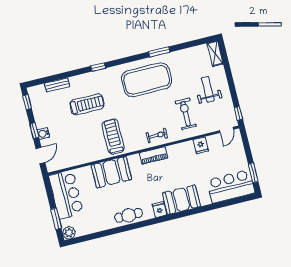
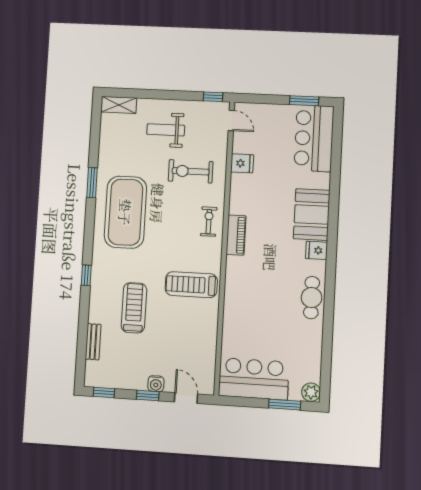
booth: (111, 172) -> (242, 303), removed

